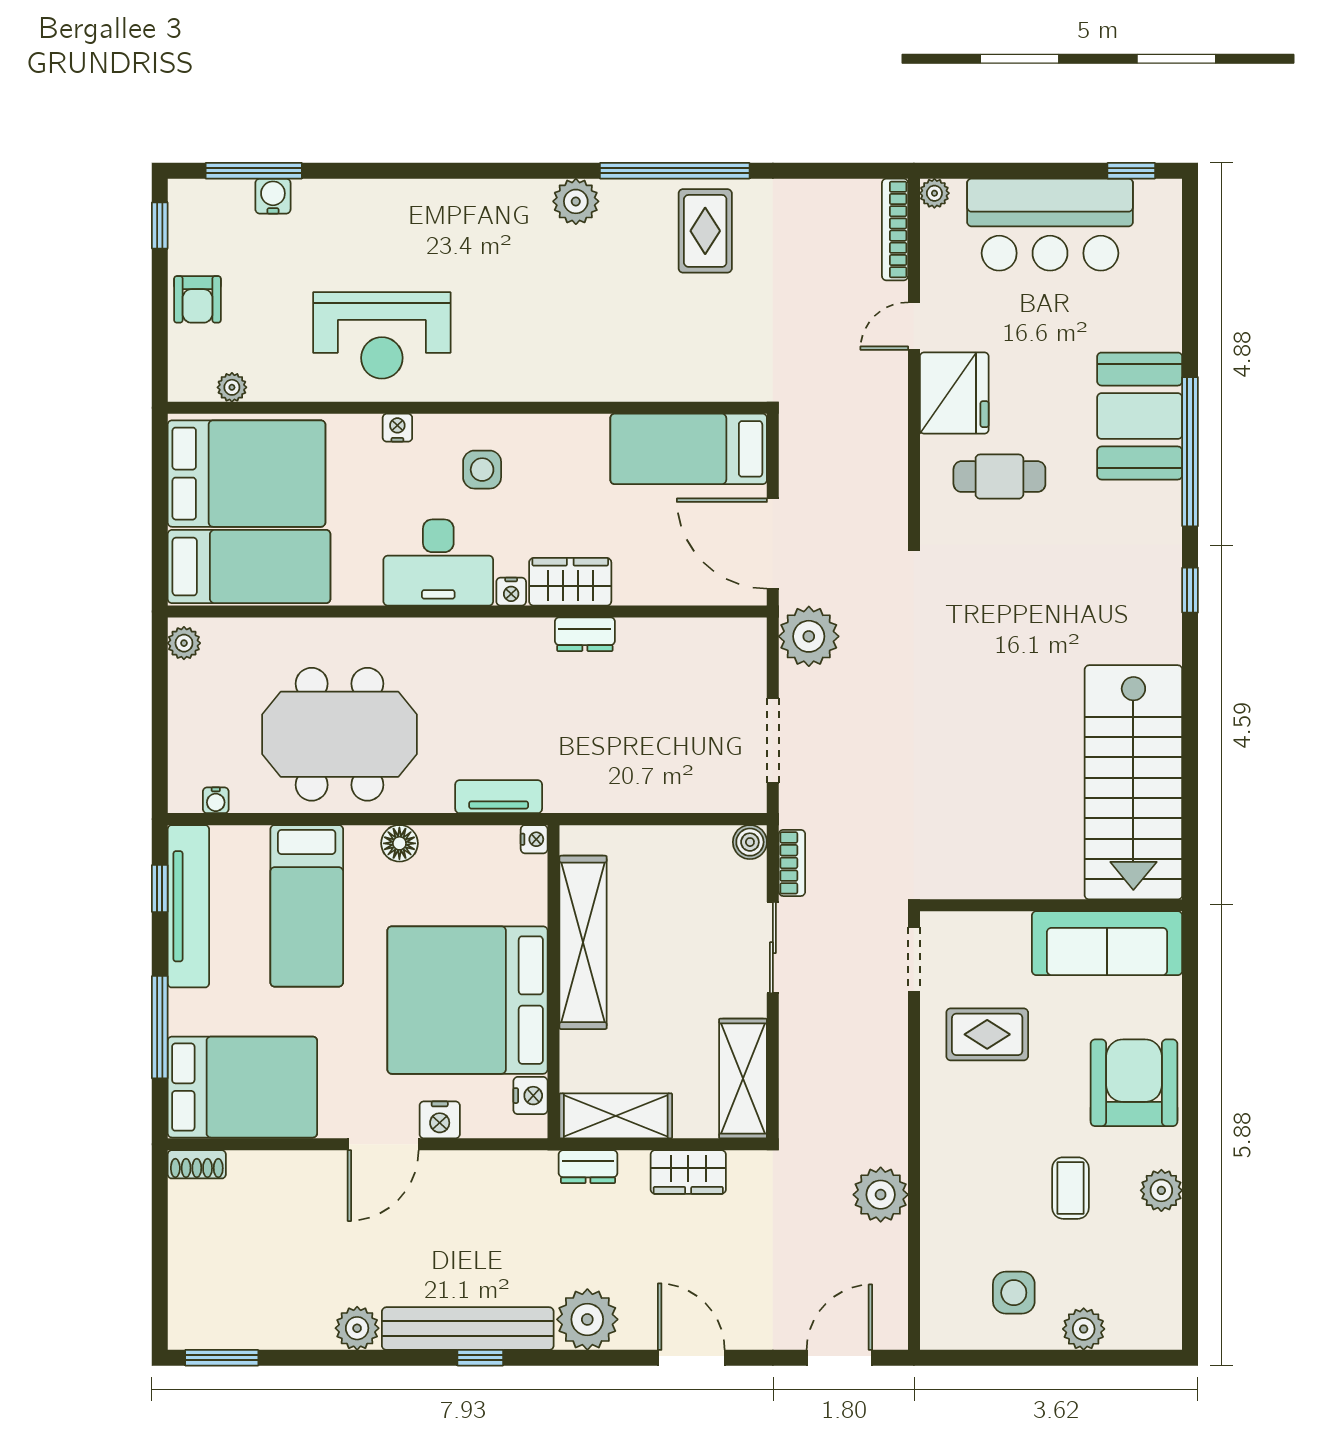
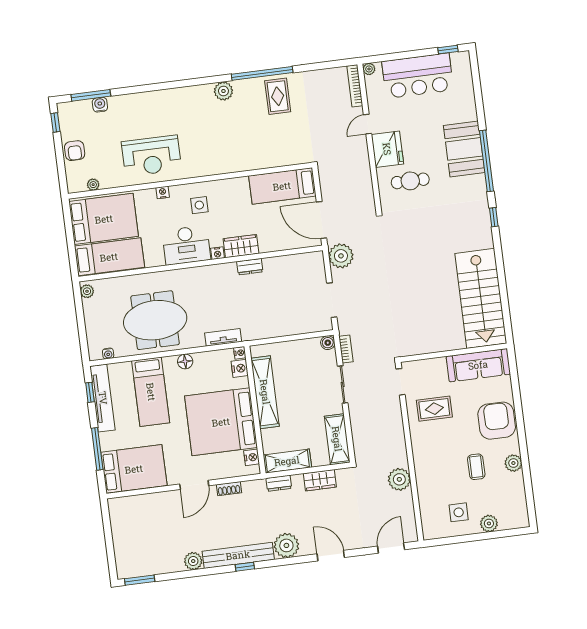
nightstand: (440, 1120) -> (240, 368), moved, turned -90
shoe rack: (197, 1164) -> (229, 489), moved

